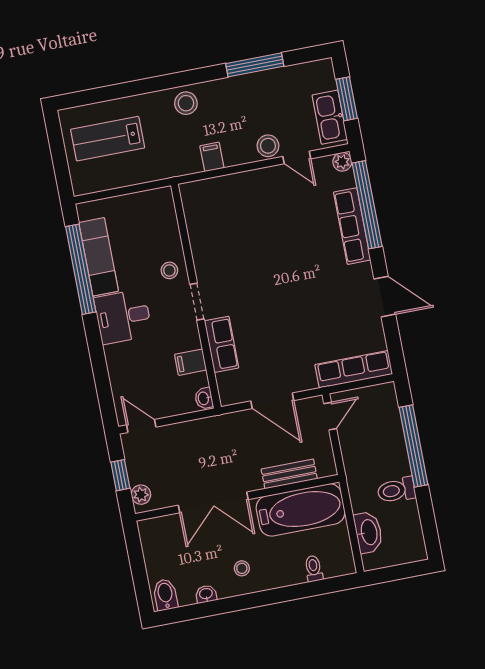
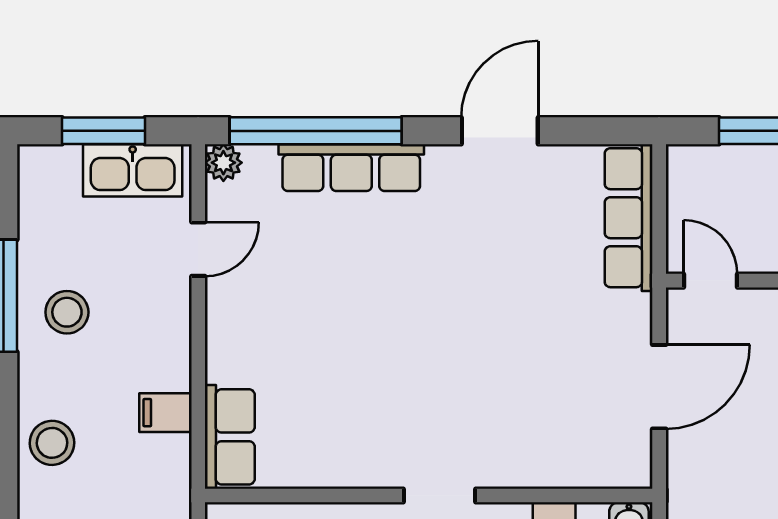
stool: (268, 146) -> (67, 312), moved
row of seats: (222, 344) -> (230, 437), moved, turned 90

